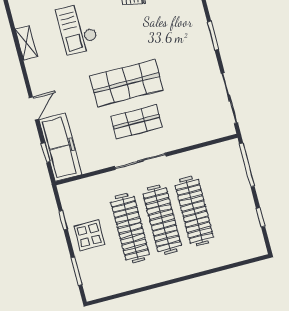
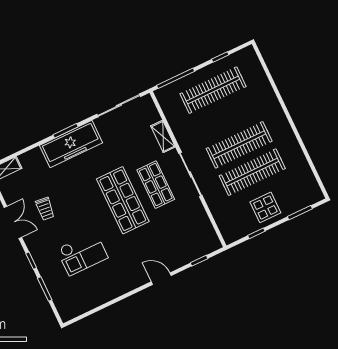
shelving: (26, 43) -> (163, 136), moved, turned 90
freezer: (60, 147) -> (71, 144), moved, turned 180
clothes rail: (194, 211) -> (213, 90), moved

